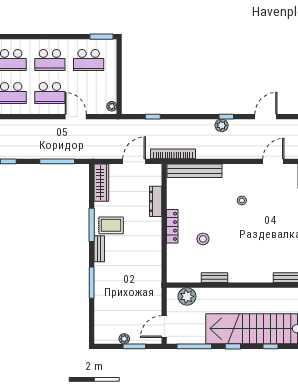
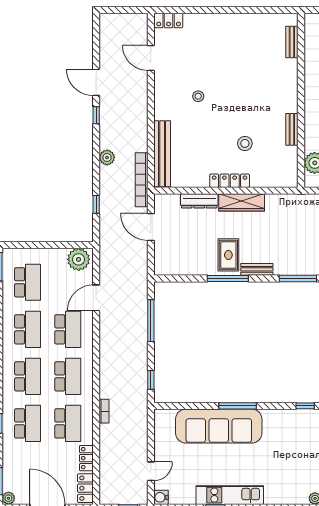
plant: (112, 106) -> (79, 259), width x1.88, depth x1.88
door: (266, 117) -> (96, 82), moved
plant: (222, 125) -> (107, 157), moved
wardrobe: (101, 183) -> (242, 202), moved, turned 180

